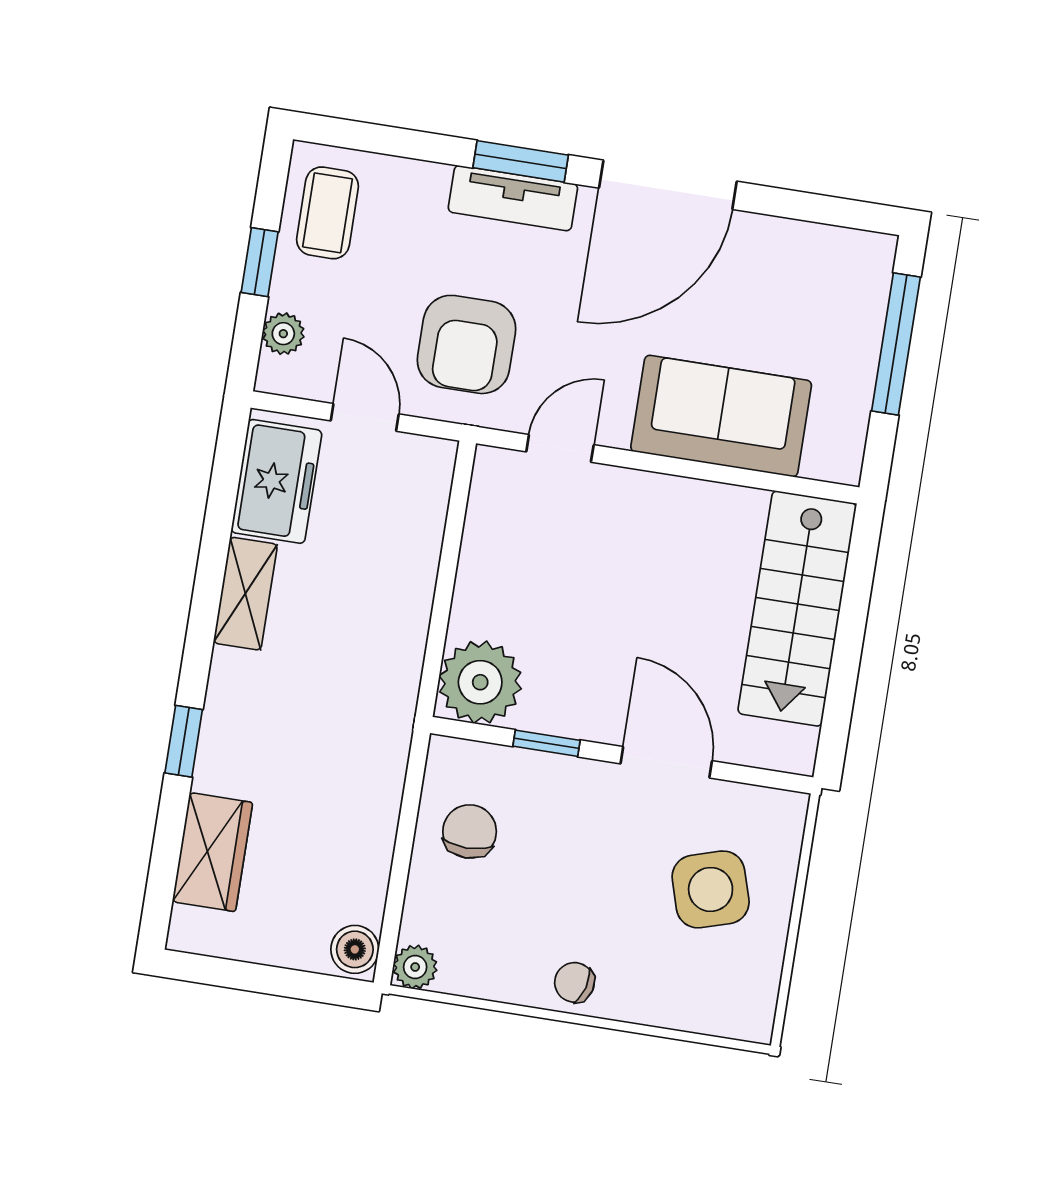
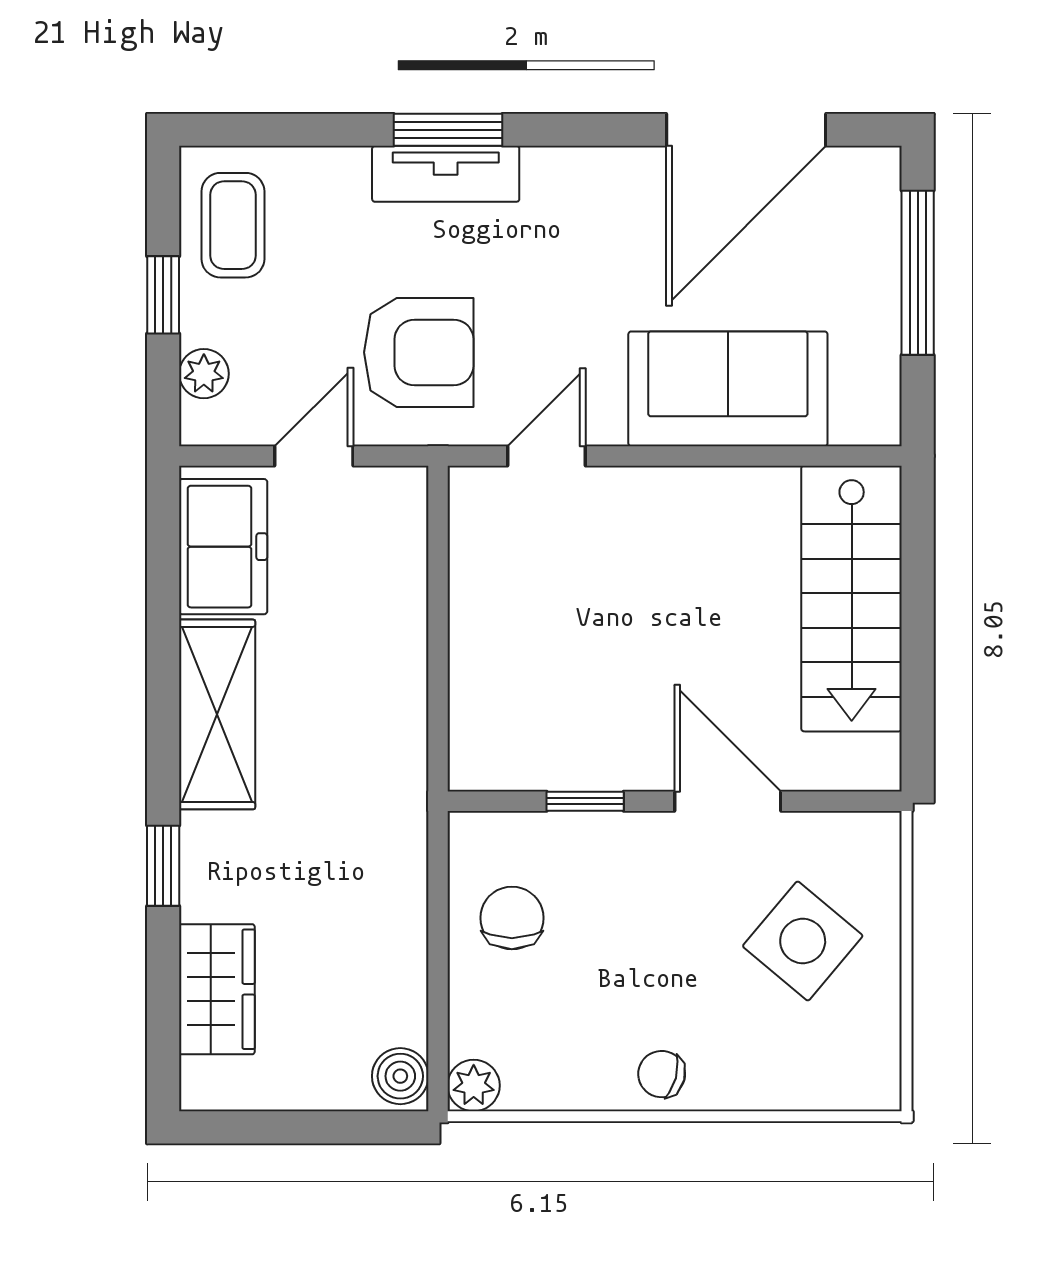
door: (668, 185) -> (746, 130), moved
armchair: (466, 344) -> (419, 352), turned -90
door: (365, 417) -> (314, 456), hinge flipped
shelving: (245, 594) -> (217, 714), width x1.50, depth x1.33
plant: (480, 682) -> (497, 743), removed
side table: (711, 889) -> (803, 941), turned -33

